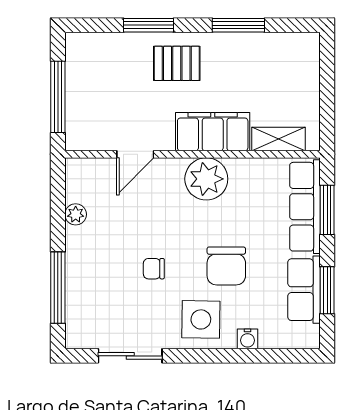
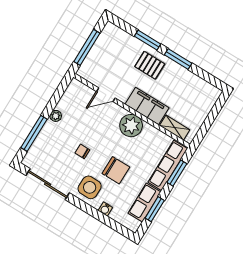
window: (238, 25) -> (178, 59), moved
plant: (76, 214) -> (56, 116), moved
chair: (226, 266) -> (116, 170), turned -90
sliding door: (130, 356) -> (48, 184), width x1.37

